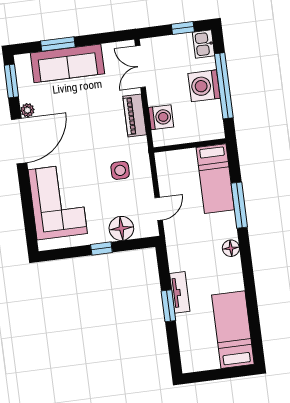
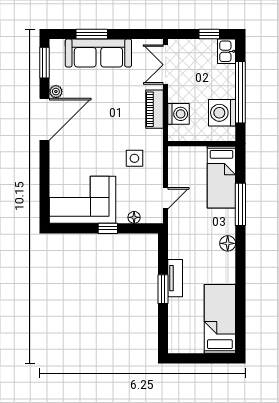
washing machine: (204, 86) -> (222, 113), moved
corner sofa: (58, 202) -> (83, 200), moved, turned -90
floor lamp: (121, 228) -> (134, 217), width x0.53, depth x0.53

